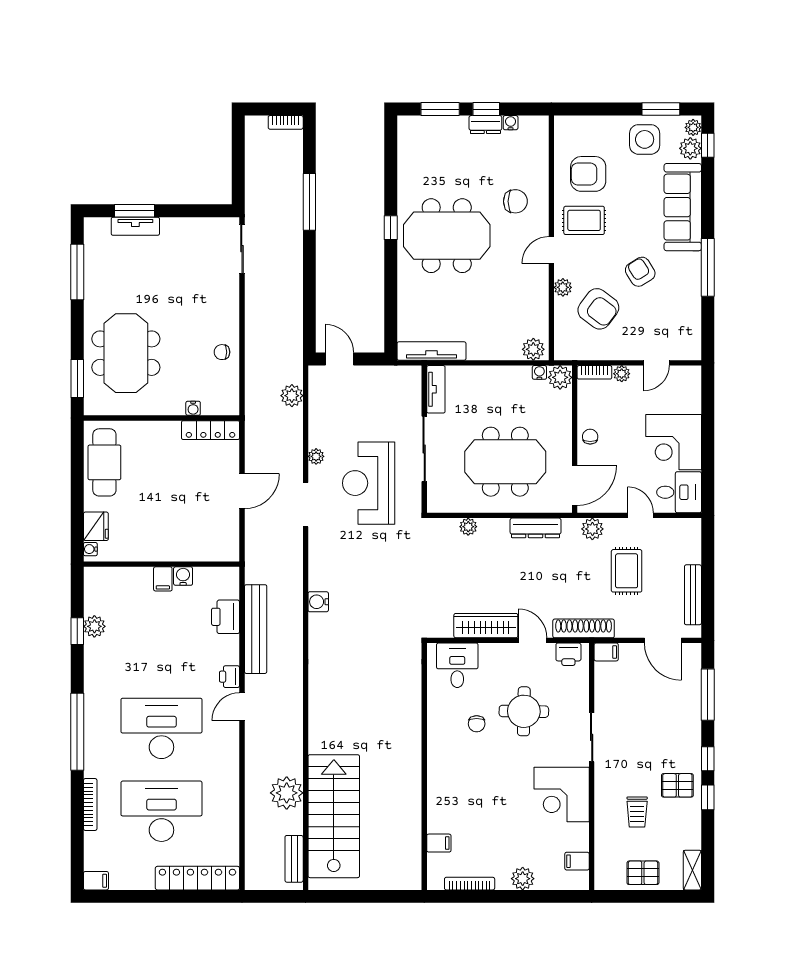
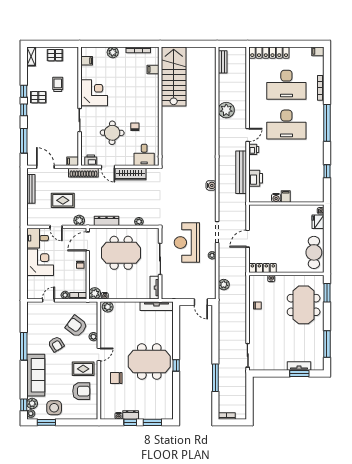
reception desk: (369, 483) -> (187, 243), turned 180
rug: (627, 571) -> (63, 200), turned 90
plant: (94, 626) -> (319, 174), removed
plant: (287, 793) -> (226, 110), moved
stairs: (334, 816) -> (174, 76), moved, turned 180

